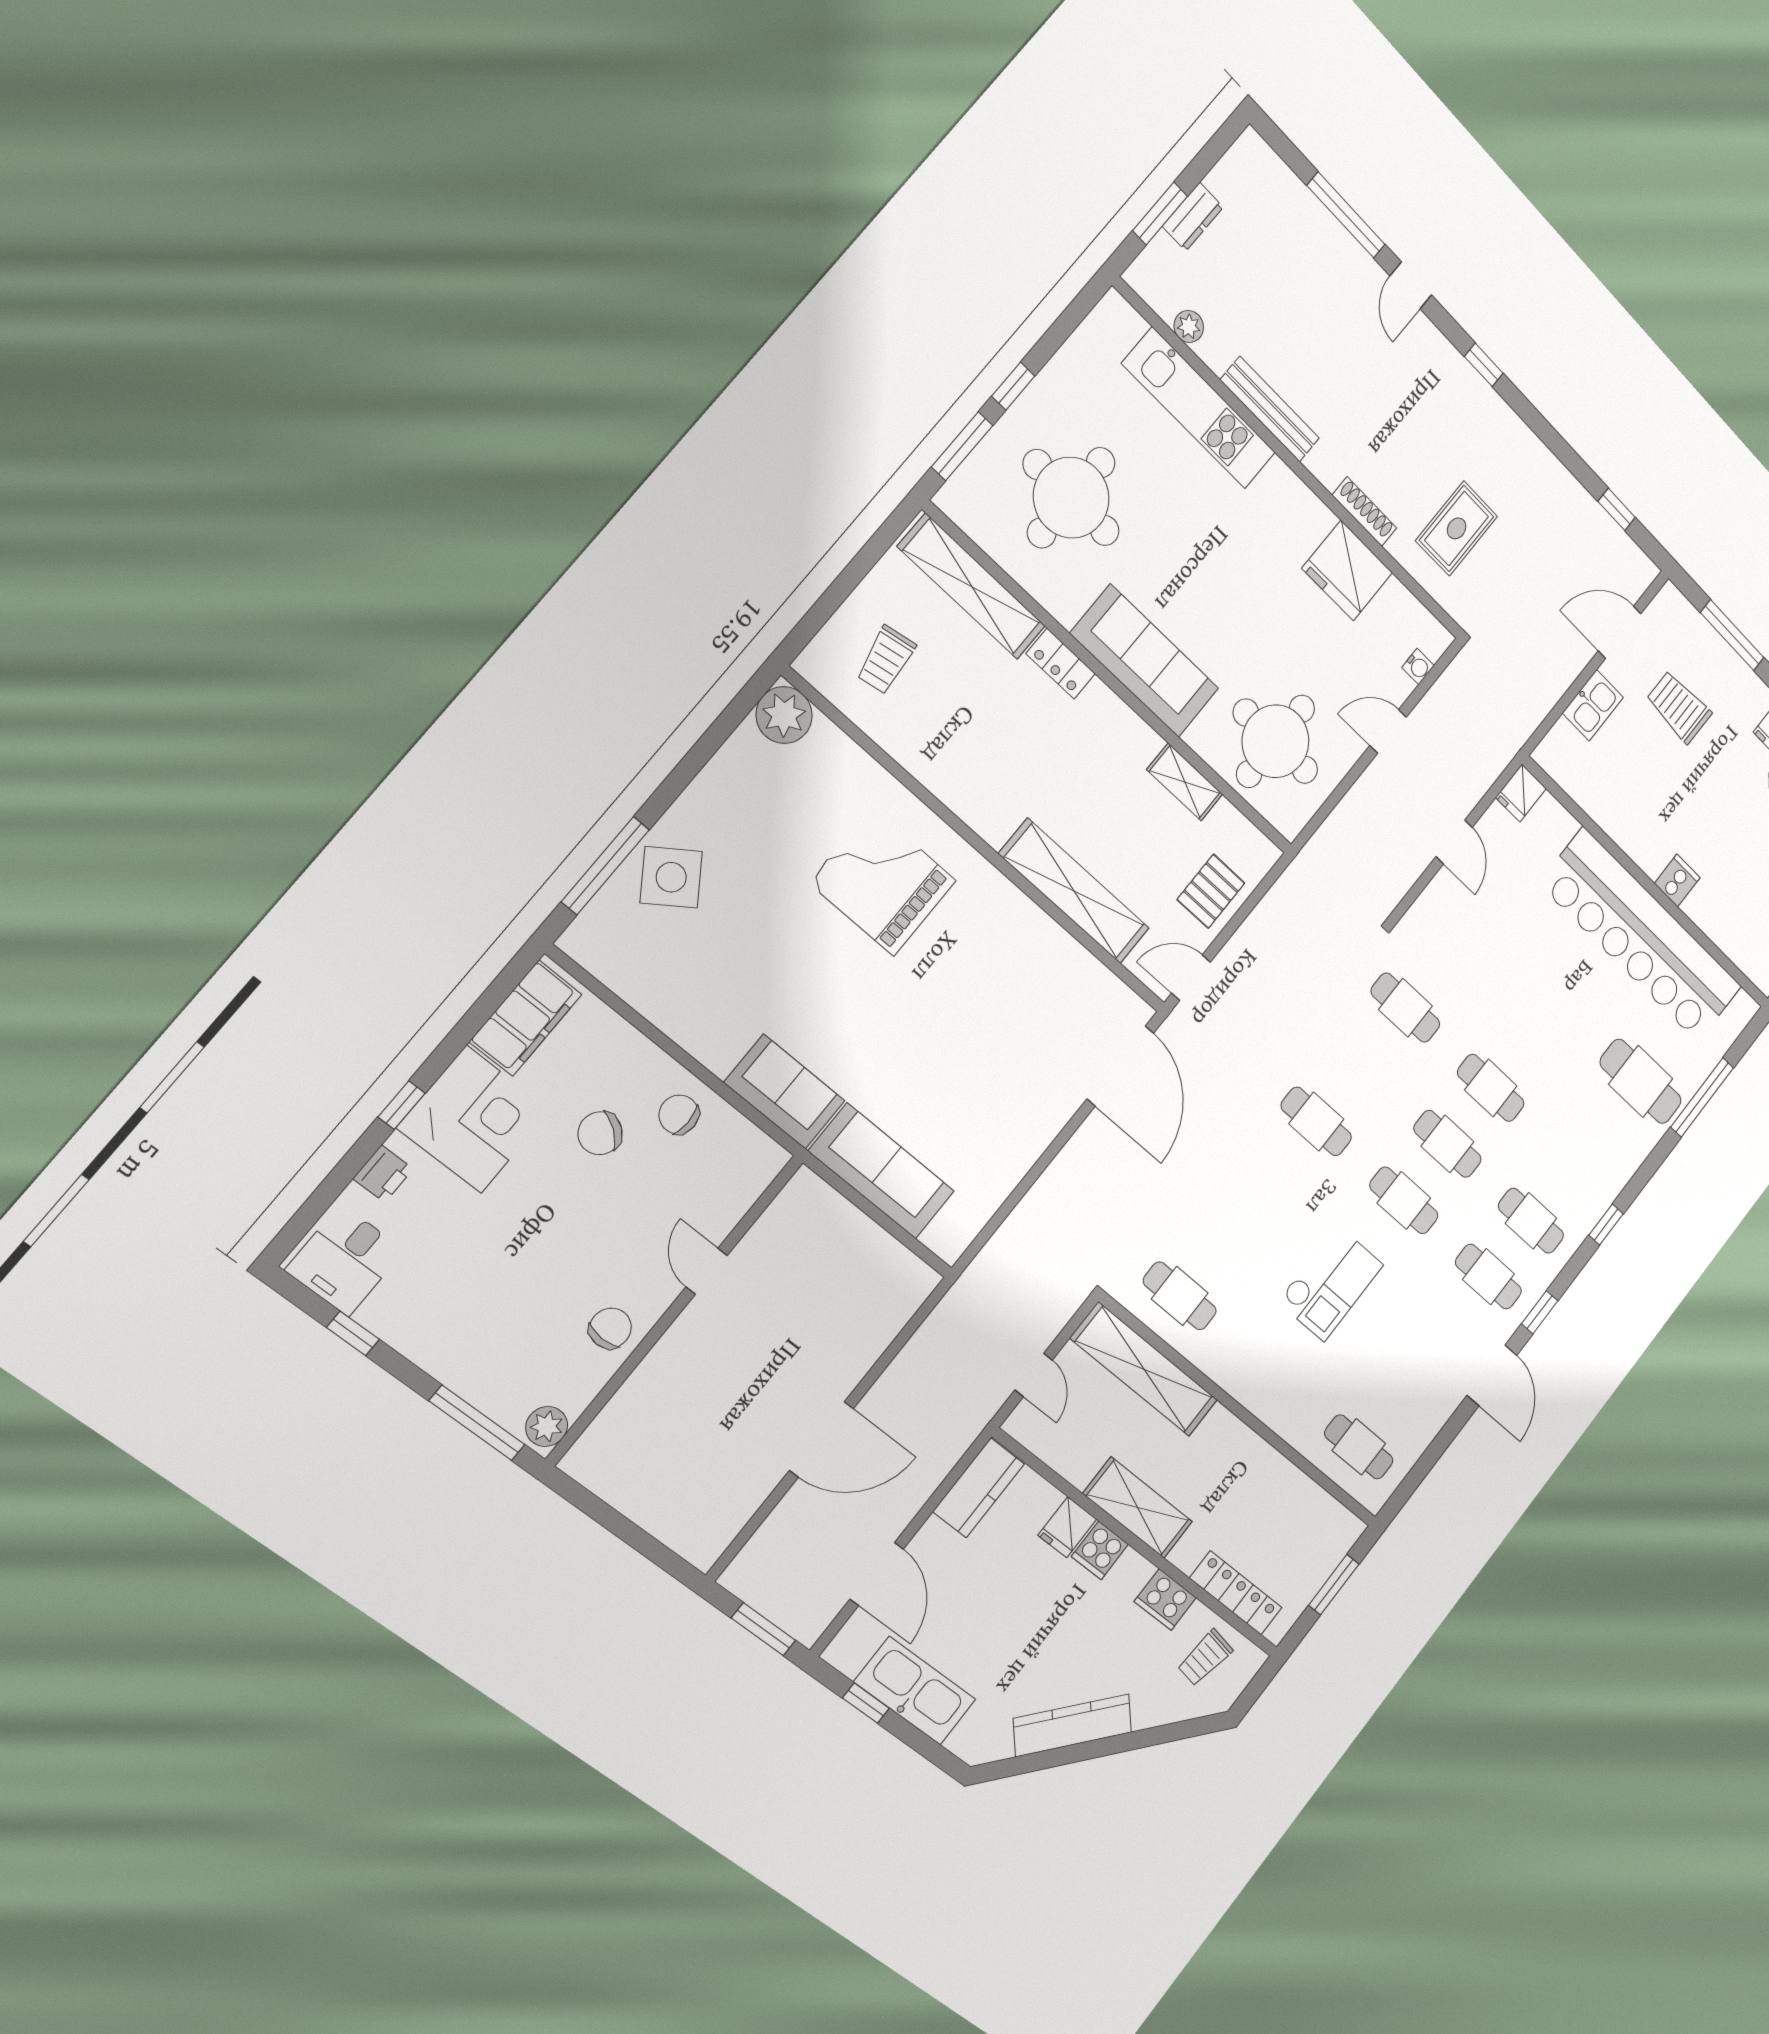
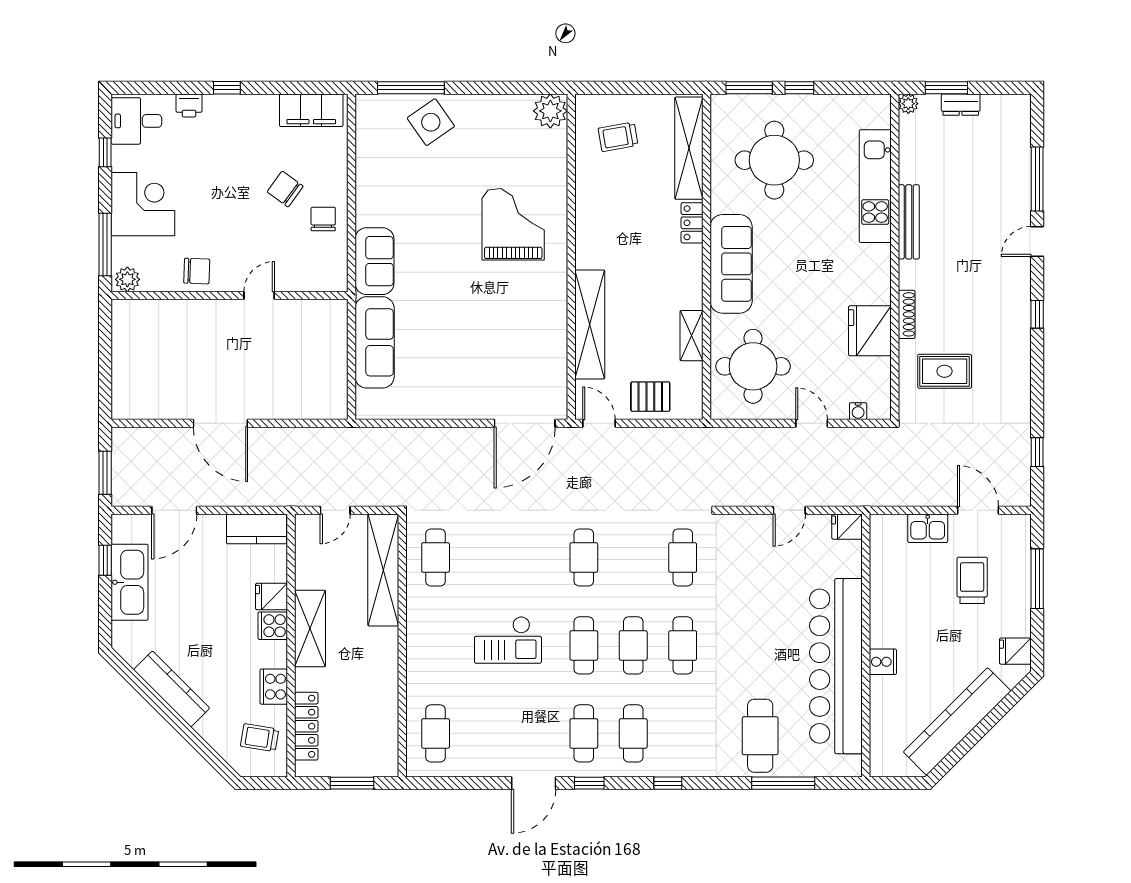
plant: (1189, 326) -> (908, 104), moved
corner desk: (474, 1119) -> (143, 204), moved, turned -90

